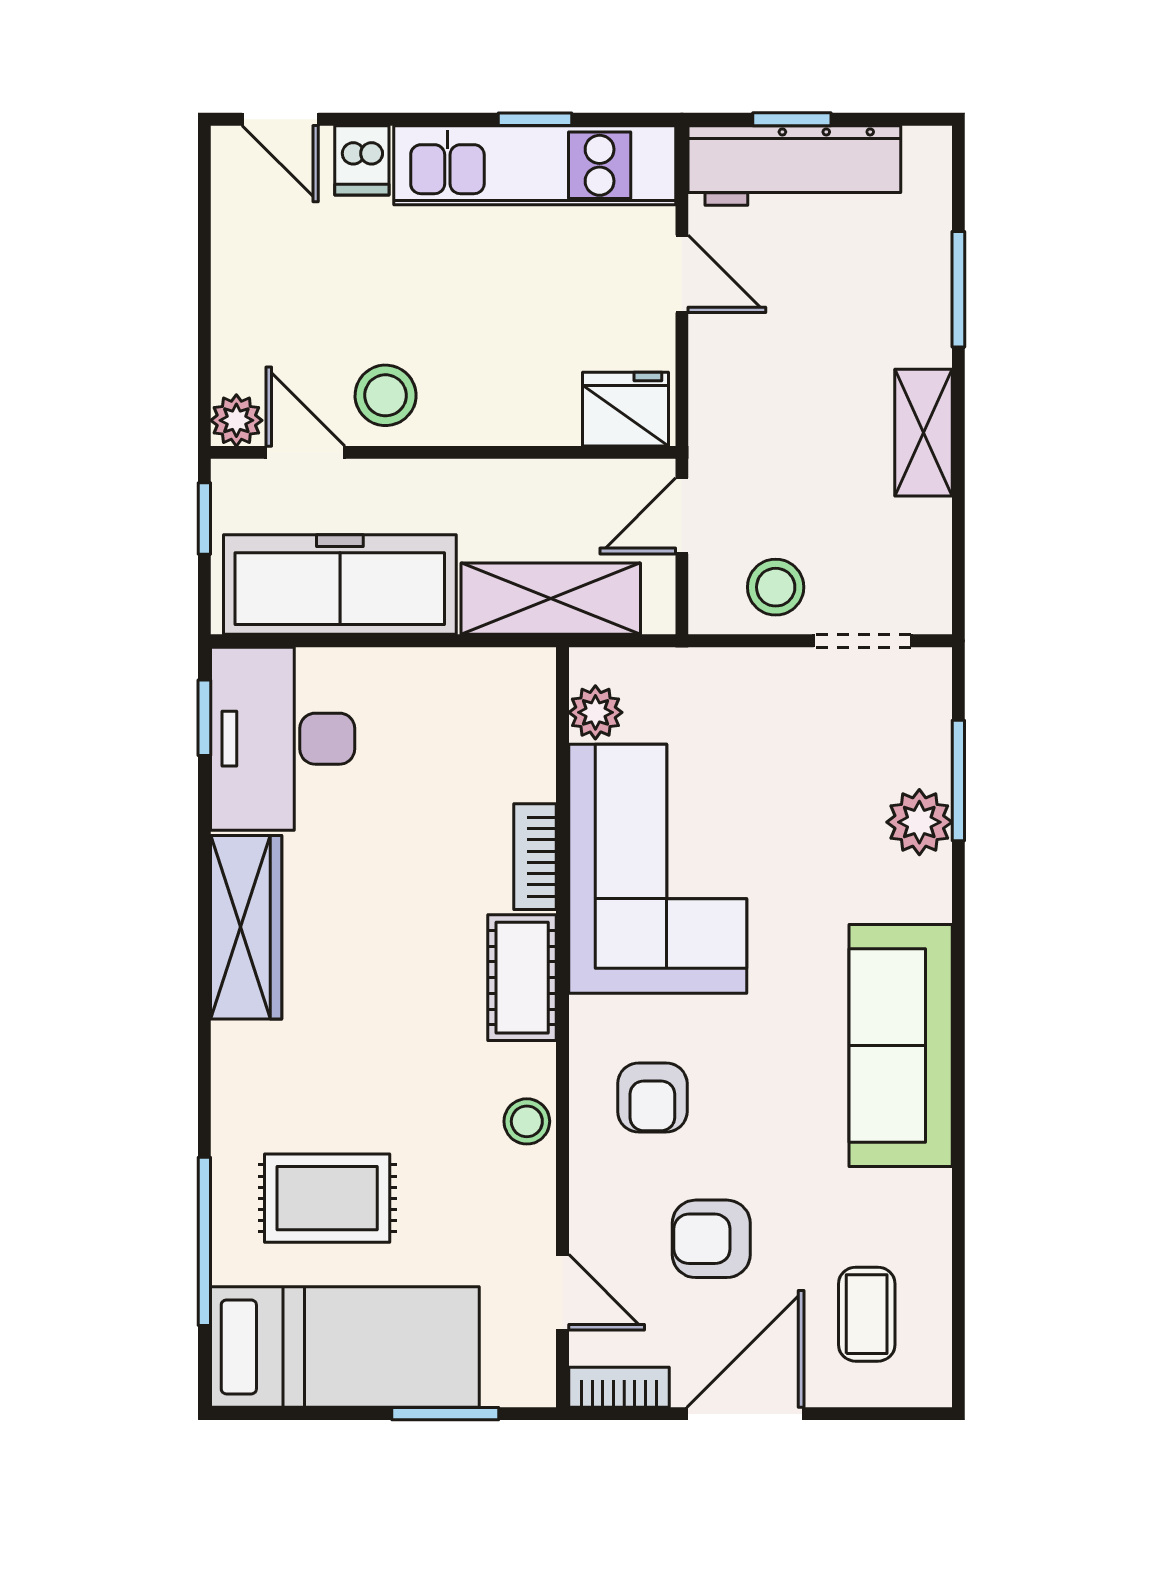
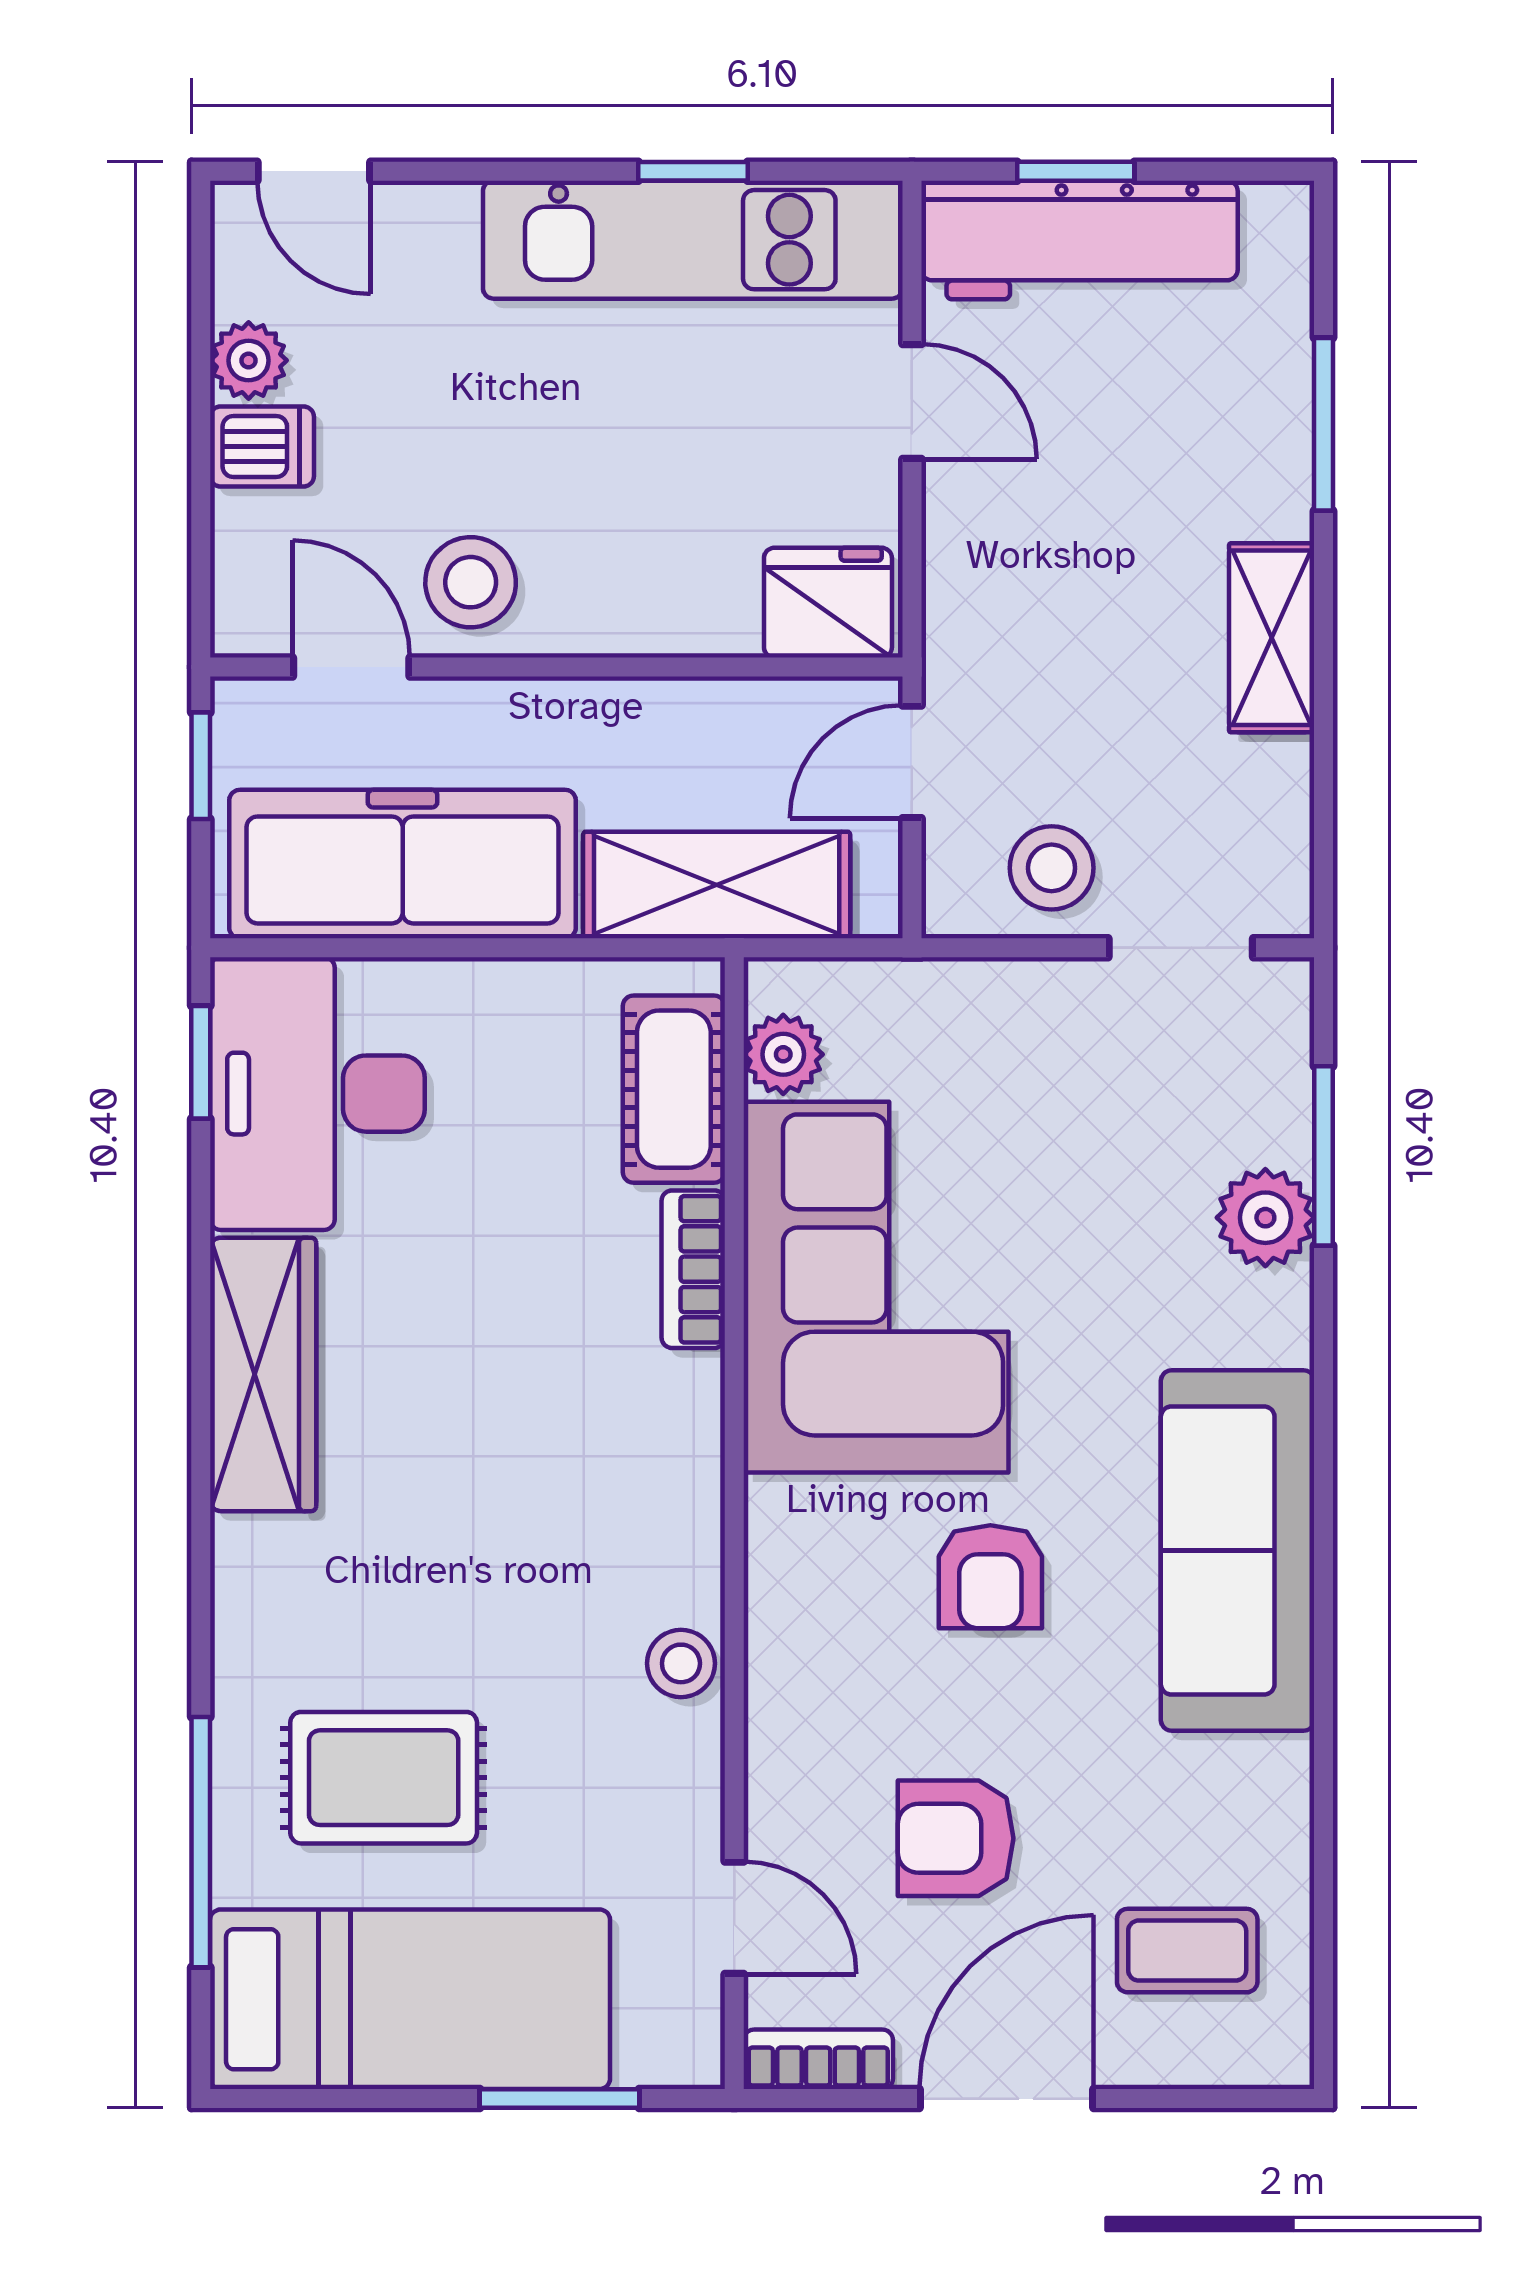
dishwasher: (362, 160) -> (262, 447), moved, turned -90
plant: (236, 420) -> (249, 360), moved
cot: (522, 978) -> (674, 1089), moved
armchair: (652, 1098) -> (990, 1577), moved
coffee table: (867, 1314) -> (1187, 1951), turned 90

